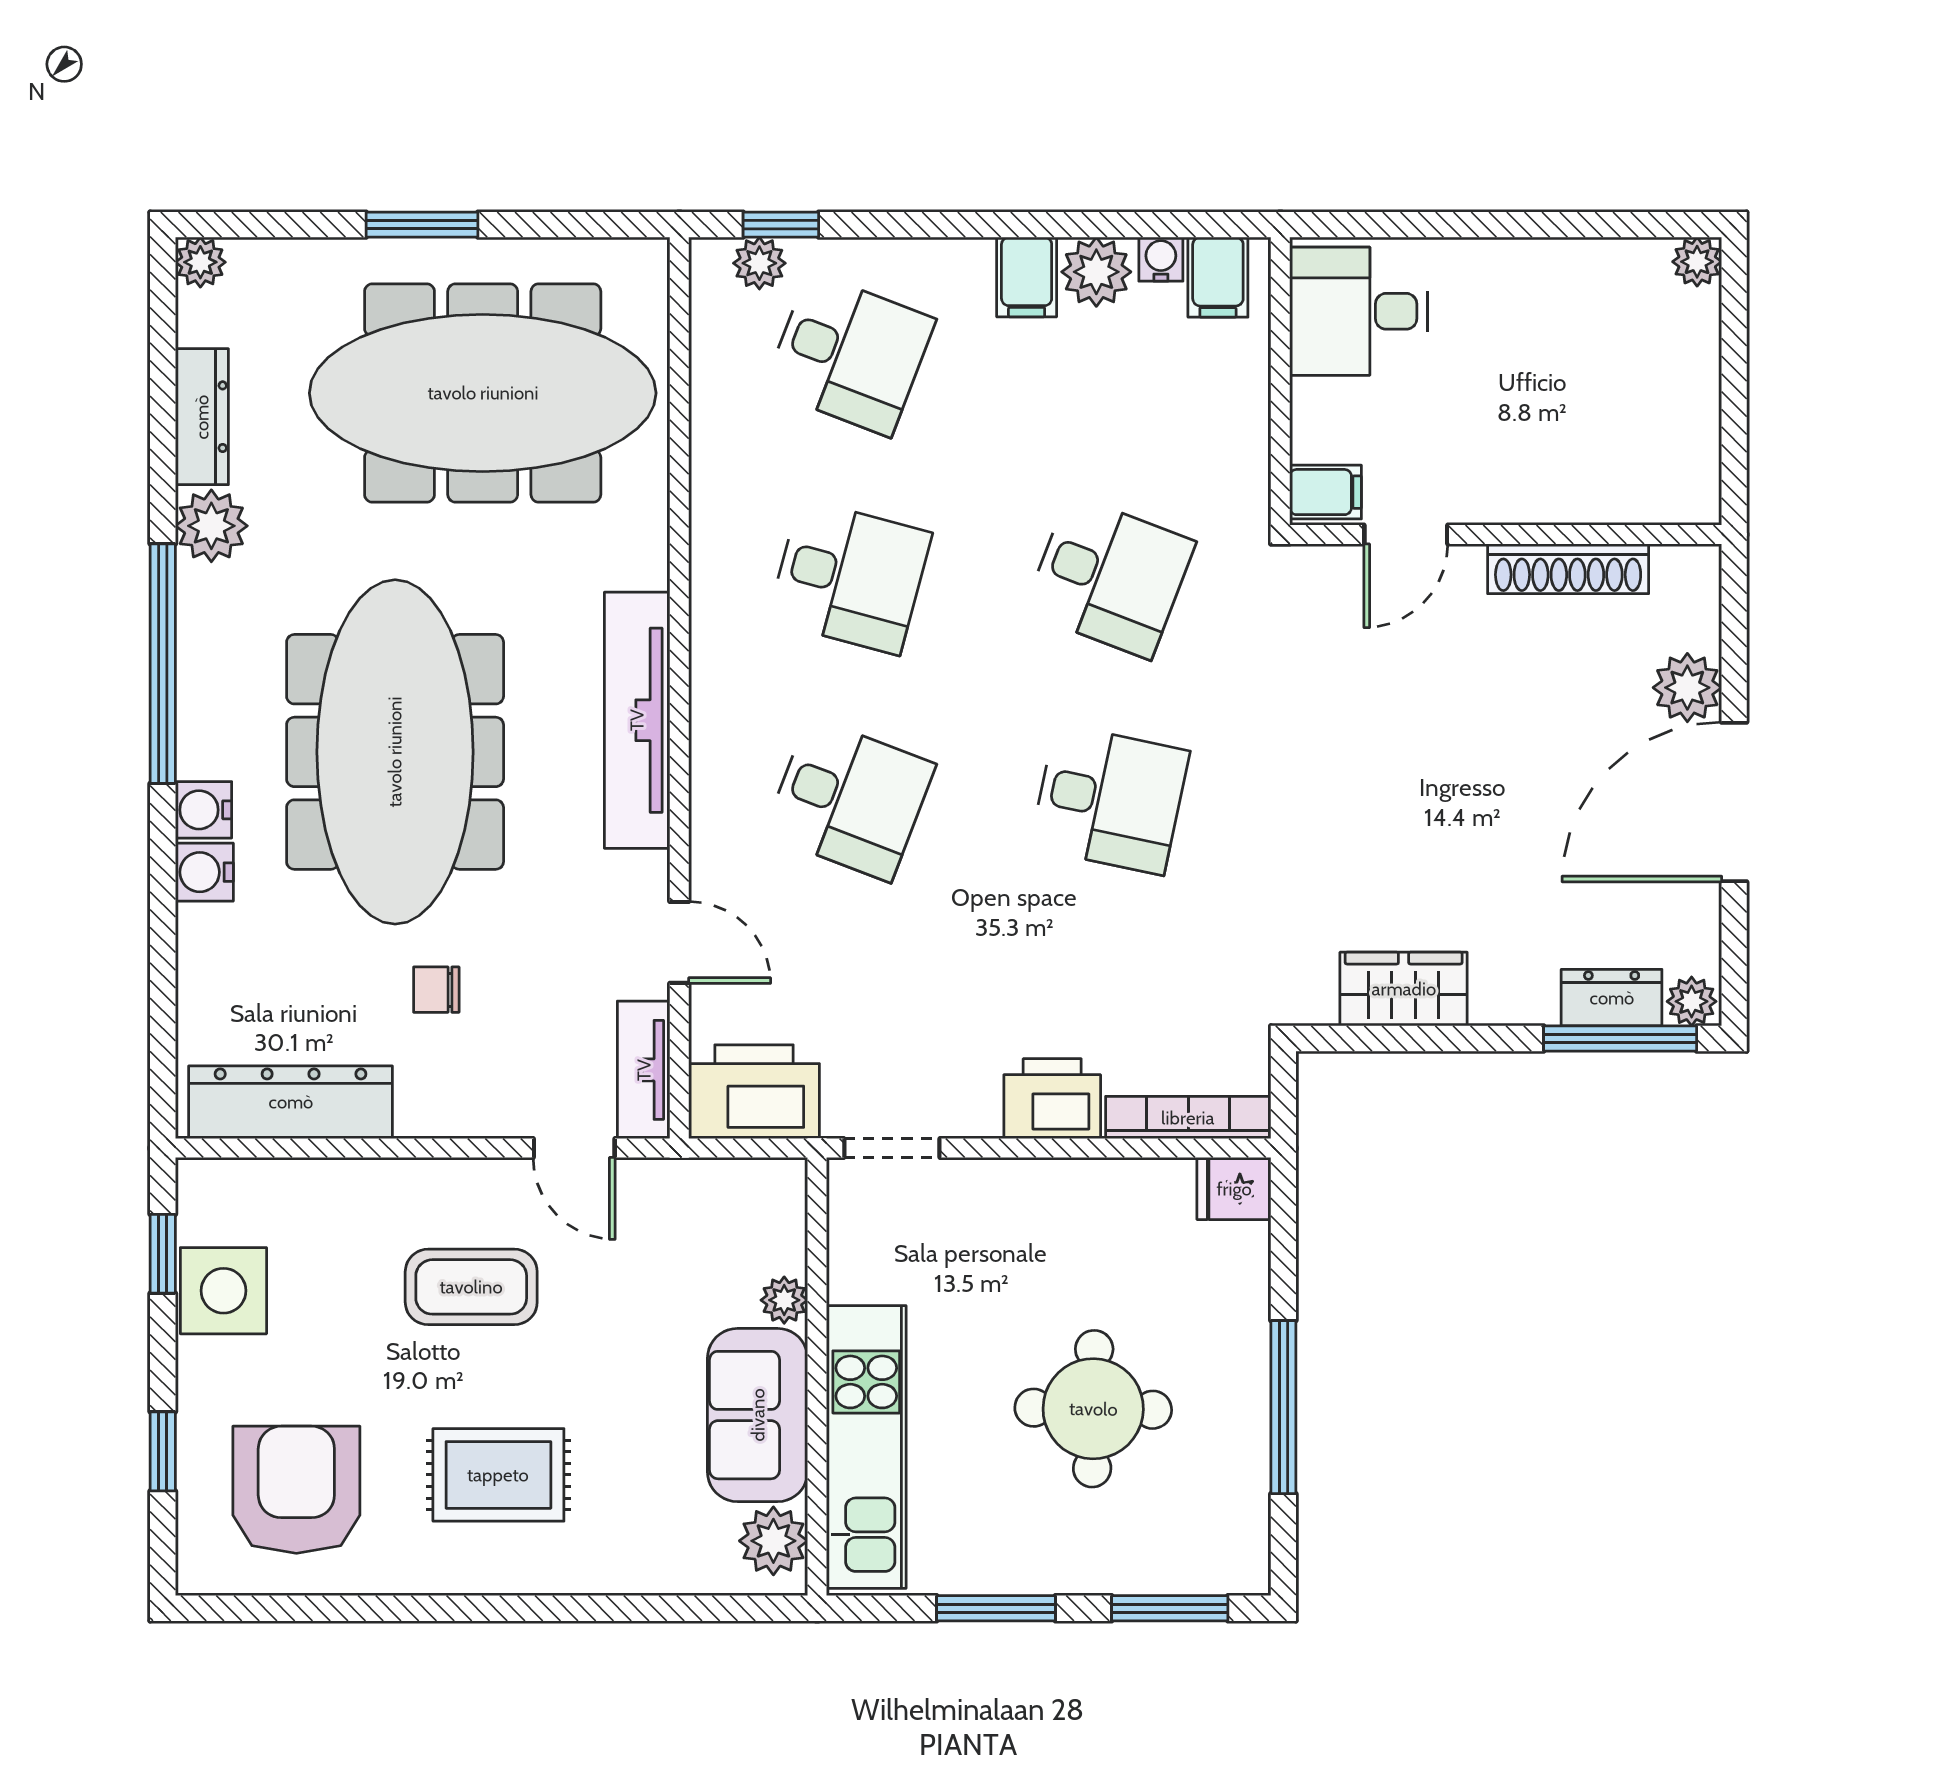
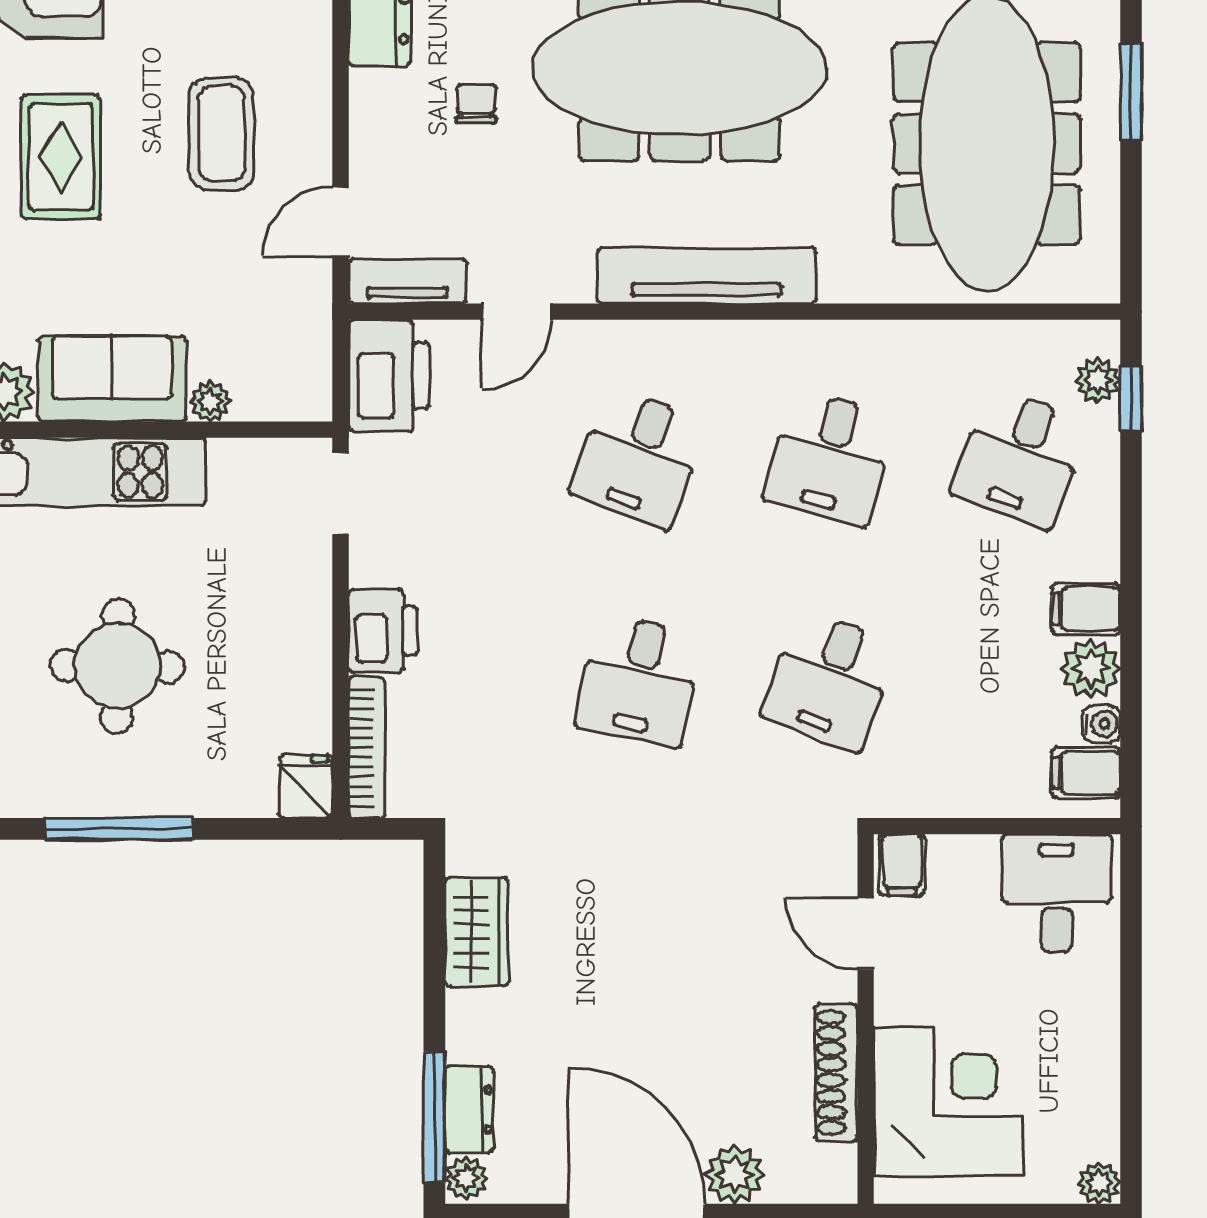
corner desk: (1602, 438) -> (948, 1102), added

